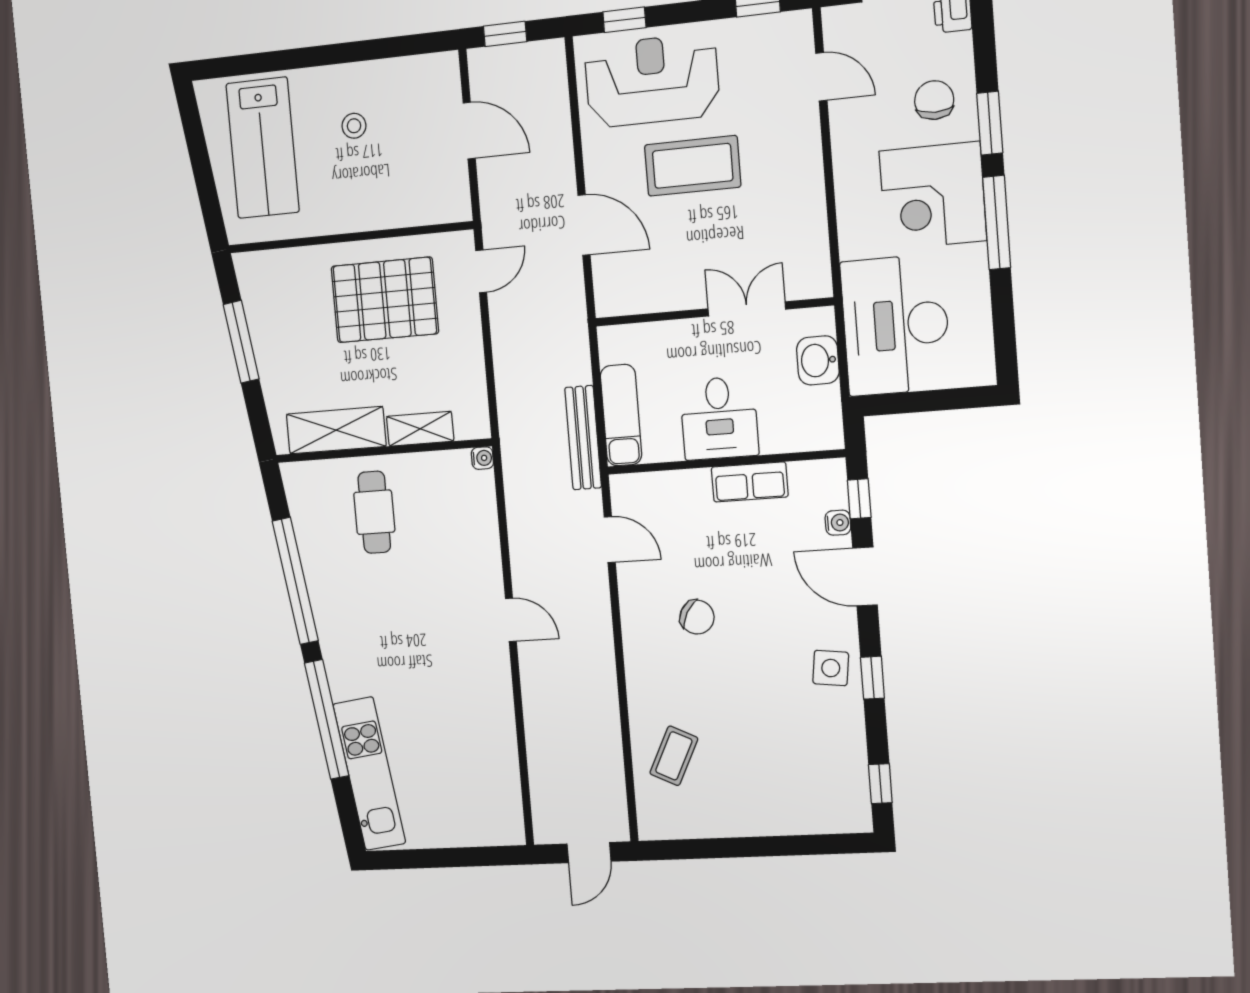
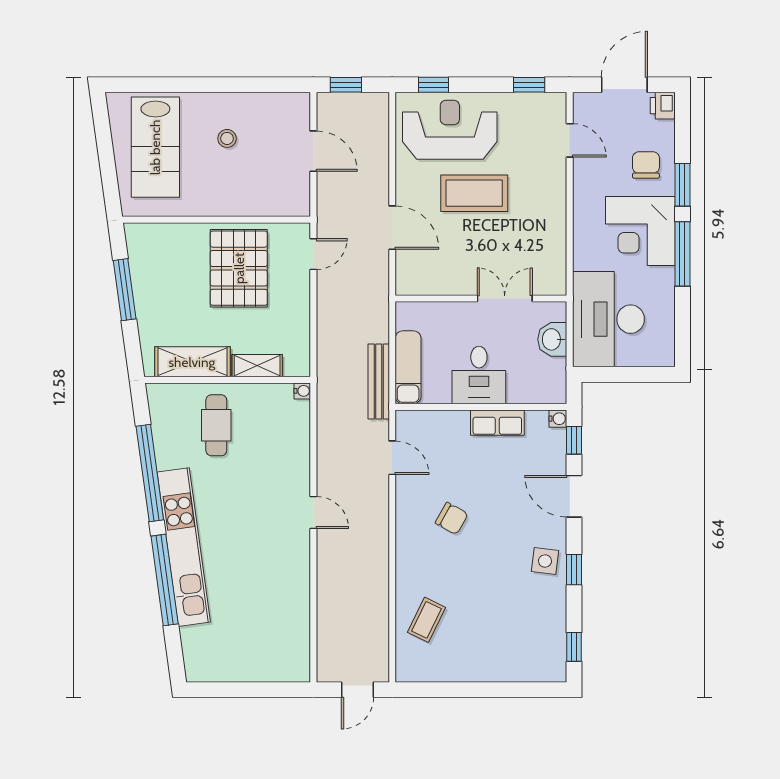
pallet: (385, 300) -> (239, 268), turned 90
water cooler: (838, 523) -> (558, 419), moved
kitchen unit: (369, 774) -> (184, 547), moved, width x1.36

